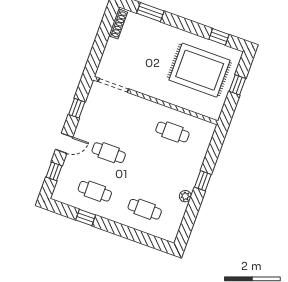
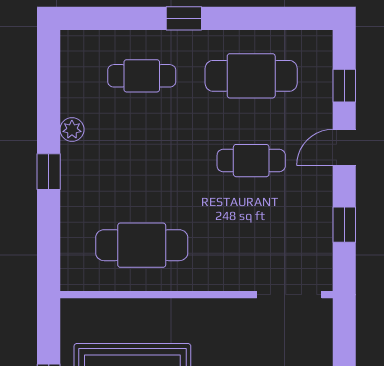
cafe table: (172, 132) -> (142, 245), width x1.37, depth x1.35
cafe table: (95, 191) -> (251, 76), width x1.37, depth x1.35
window: (86, 218) -> (184, 18), moved

